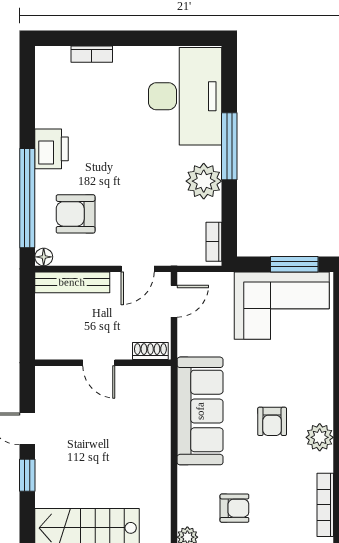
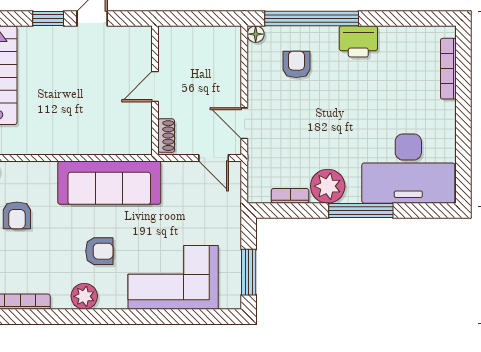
bookcase: (92, 54) -> (448, 69), width x1.56
armchair: (76, 214) -> (296, 64), width x0.72, depth x0.72
bookcase: (214, 242) -> (290, 196), moved
bench: (72, 282) -> (232, 61), removed
corner sofa: (282, 306) -> (173, 277), moved, turned 90
armchair: (272, 421) -> (99, 251), turned 180

